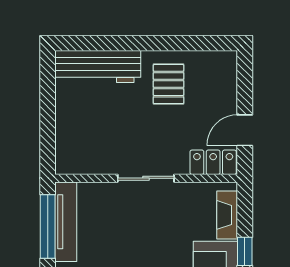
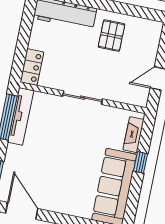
locker: (213, 162) -> (32, 67), moved, turned 90

